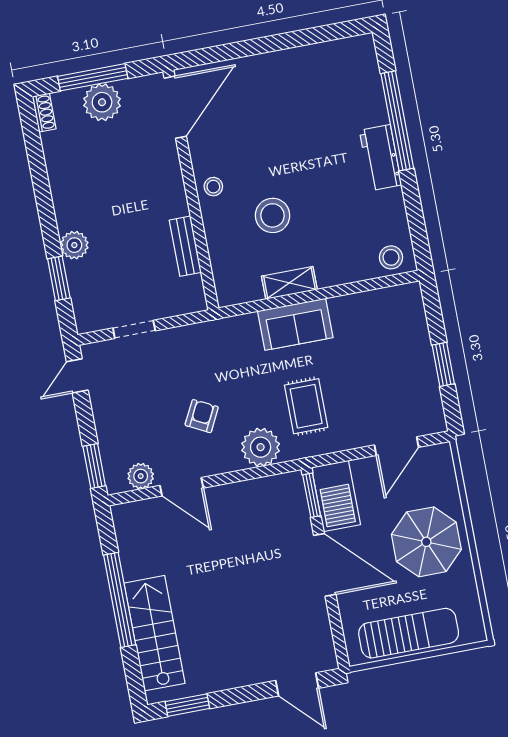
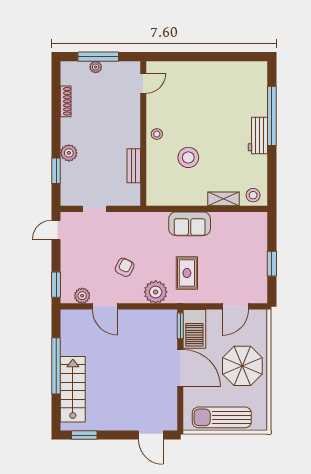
plant: (102, 102) -> (96, 67), width x0.53, depth x0.53
door: (175, 107) -> (143, 83), width x0.53
shoe rack: (44, 113) -> (66, 101), moved, width x1.43
shelving: (289, 283) -> (223, 199), moved
sun lounger: (409, 633) -> (222, 417), turned 180

